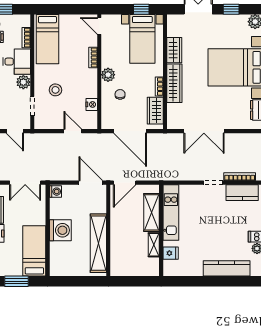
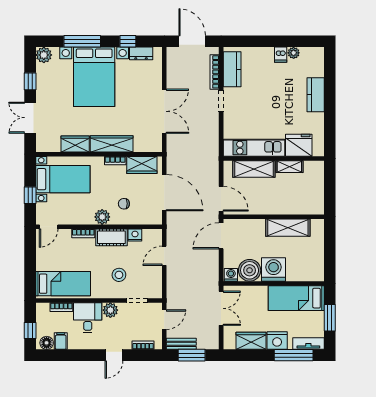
window: (141, 9) -> (30, 195), moved
cot: (90, 83) -> (111, 237), added
door: (130, 131) -> (164, 193), hinge flipped
boiler: (60, 208) -> (250, 270), added
shelving: (98, 243) -> (288, 228), width x0.68
fridge: (171, 253) -> (299, 145), width x1.88, depth x1.34
kitchen counter: (227, 268) -> (316, 95), width x0.67

